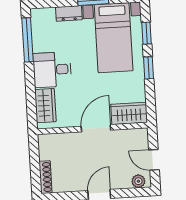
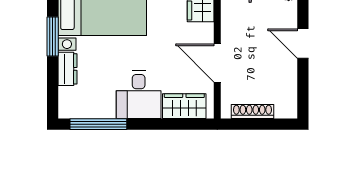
door: (96, 128) -> (217, 63), moved
shoe rack: (45, 177) -> (253, 111), moved

